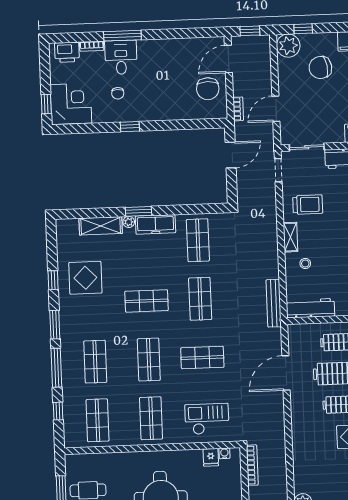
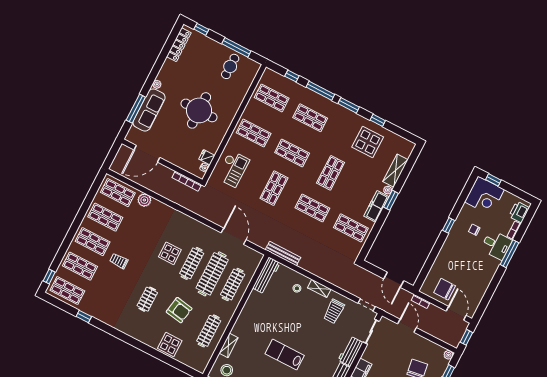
plant: (288, 46) -> (448, 355), width x0.53, depth x0.53

